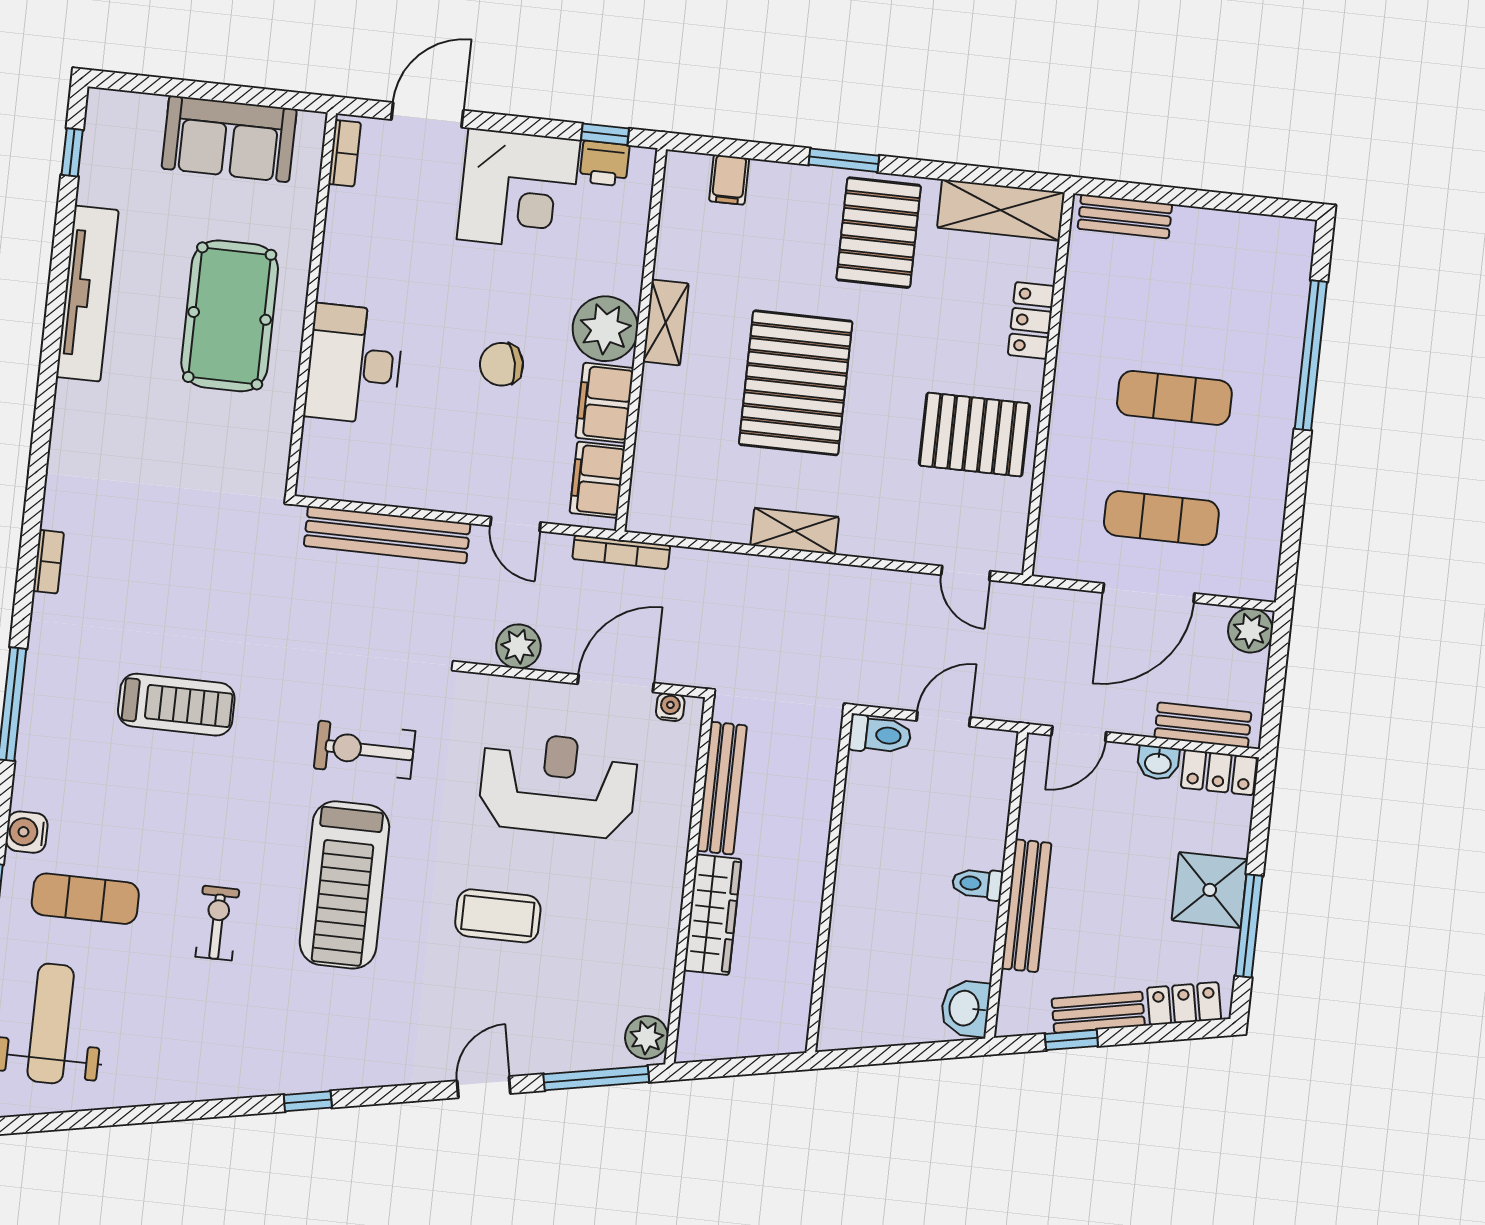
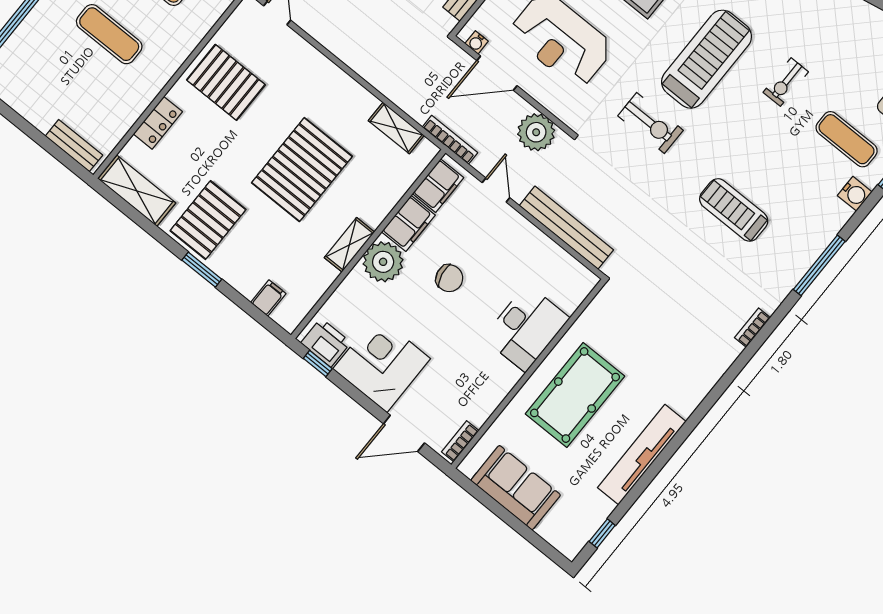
printer: (604, 164) -> (326, 343), width x1.36, depth x1.24
shelving: (795, 531) -> (396, 128), moved
plant: (518, 646) -> (536, 132), width x1.36, depth x1.36

